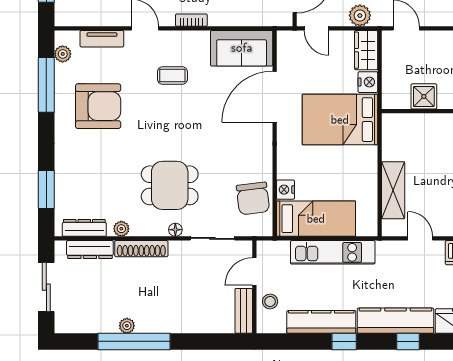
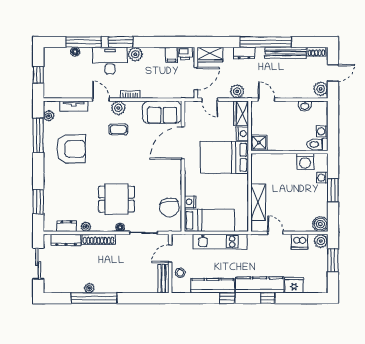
plant: (173, 42) -> (118, 108), added
shower: (424, 96) -> (259, 143), moved
dresser: (84, 228) -> (67, 226), width x0.70

